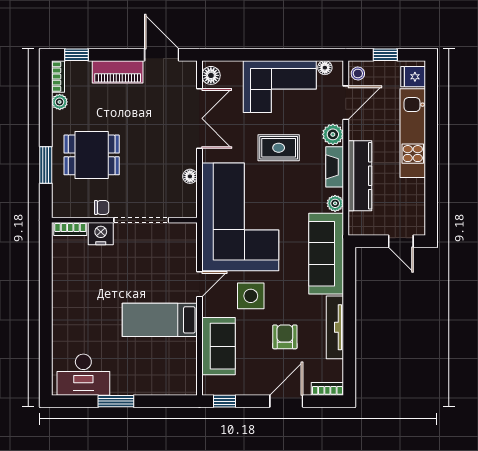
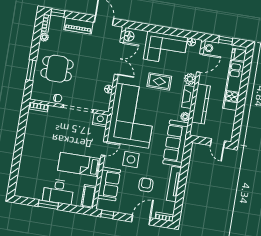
nightstand: (101, 234) -> (100, 120), moved
desk: (83, 375) -> (58, 192), moved
cot: (186, 375) -> (89, 197), added

